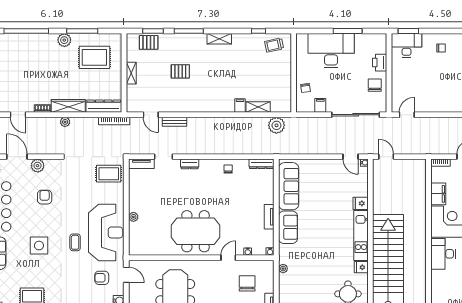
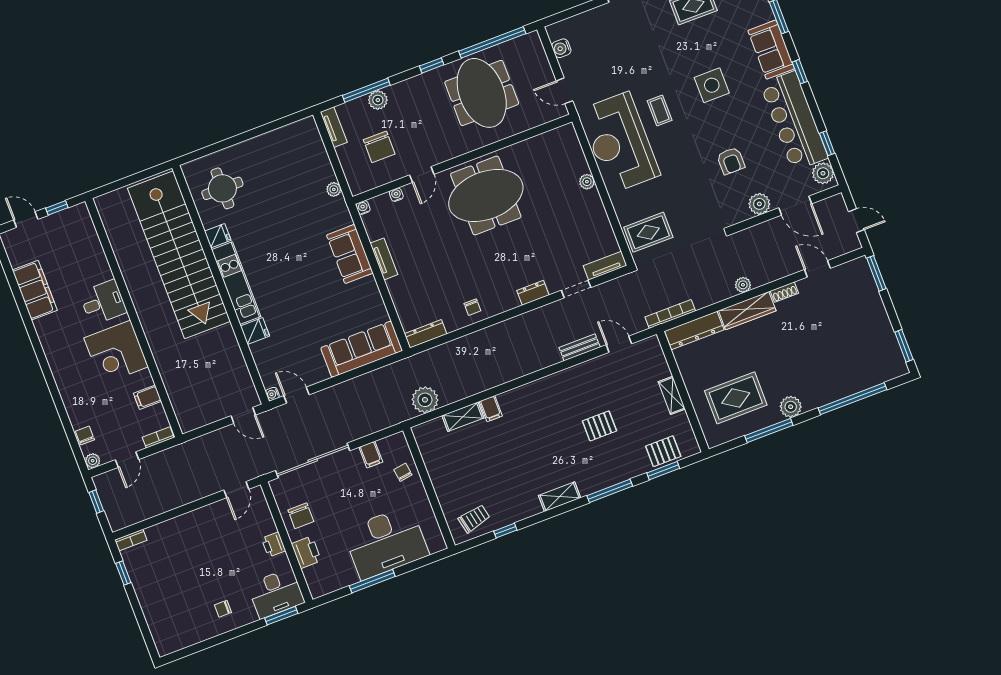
printer: (397, 74) -> (274, 545), added
sofa: (289, 186) -> (362, 349), moved, turned 90
filing cabinet: (438, 194) -> (147, 397), width x0.50
desk: (443, 254) -> (103, 302), width x0.73
armchair: (102, 278) -> (600, 73), removed

